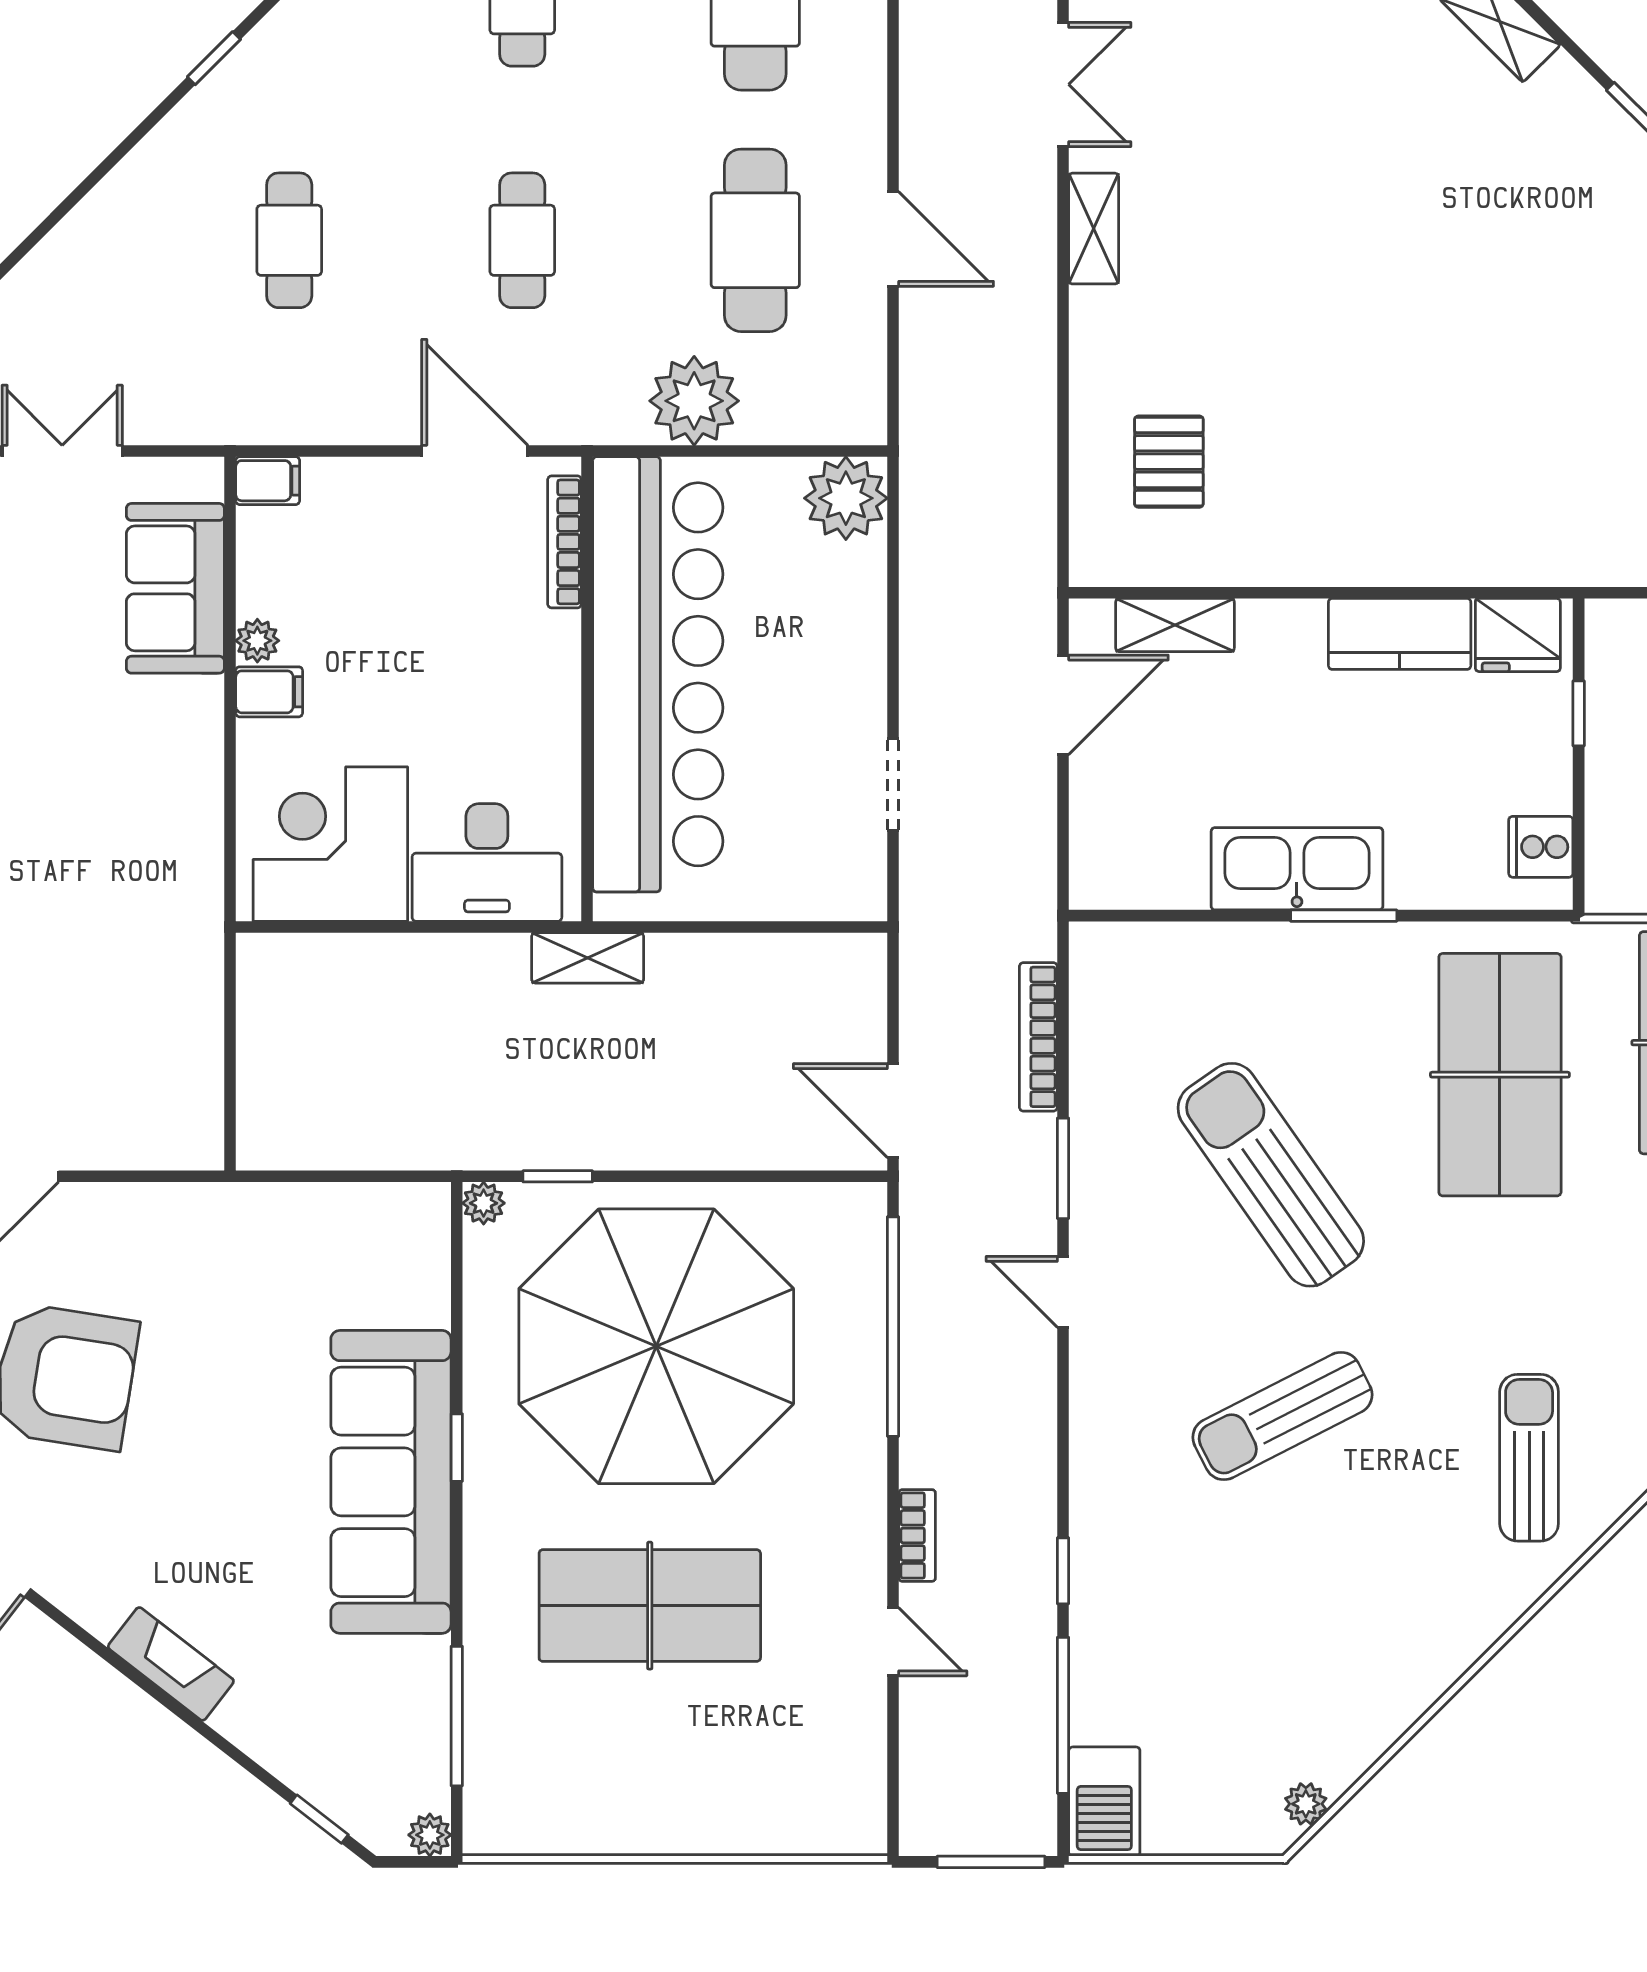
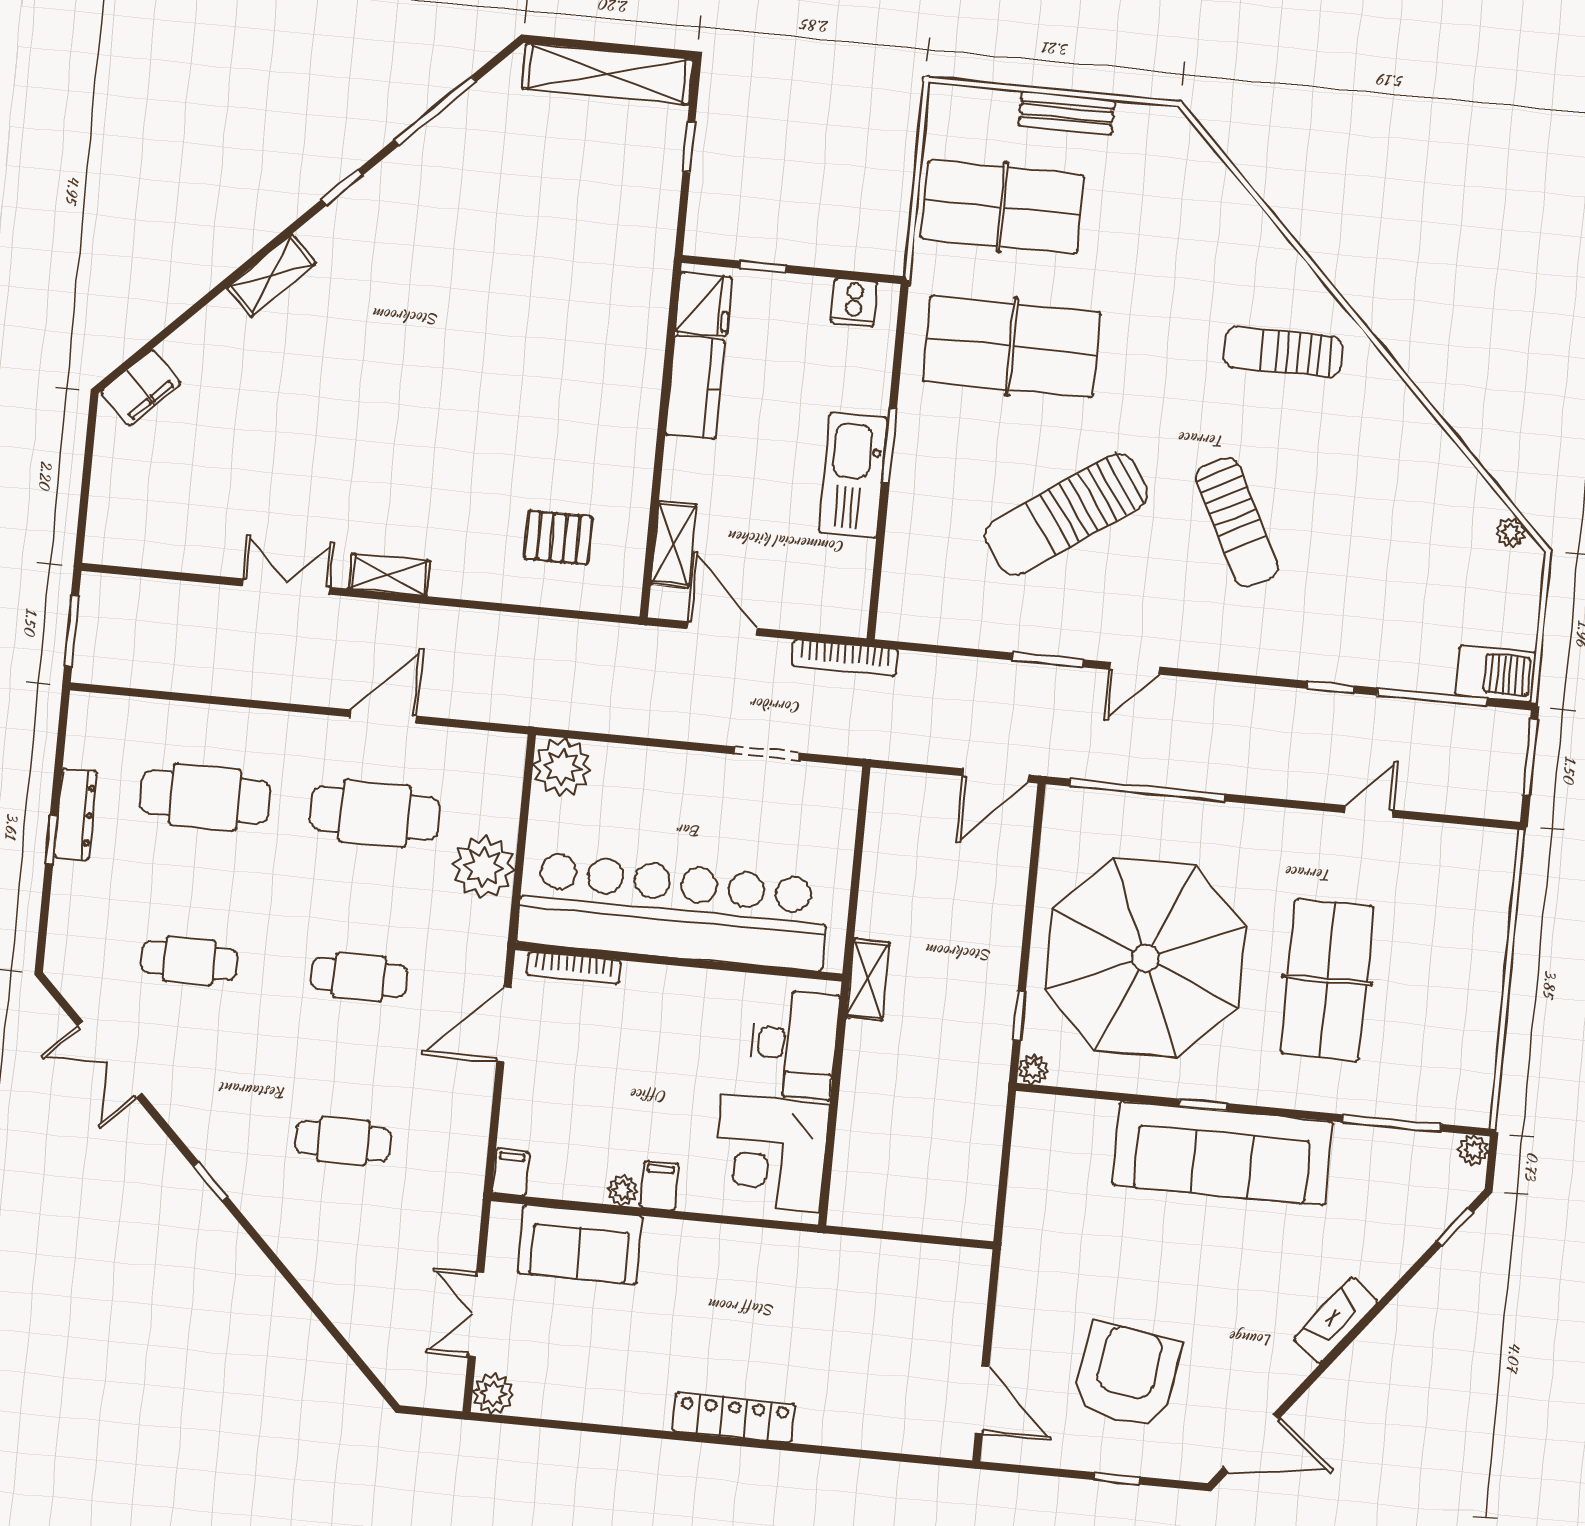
bookcase: (1038, 1037) -> (845, 658), moved
bookcase: (917, 1535) -> (1296, 787), removed

